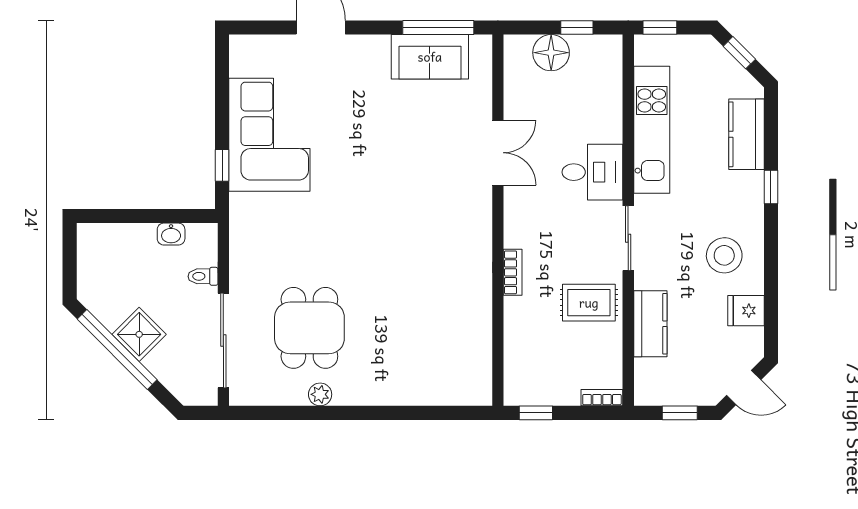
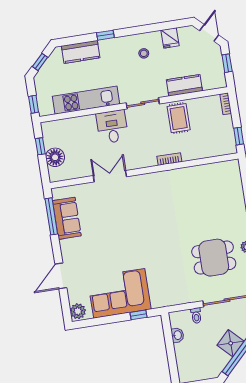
plant: (248, 50) -> (78, 311), added
stool: (724, 255) -> (144, 53), width x0.53, depth x0.53

